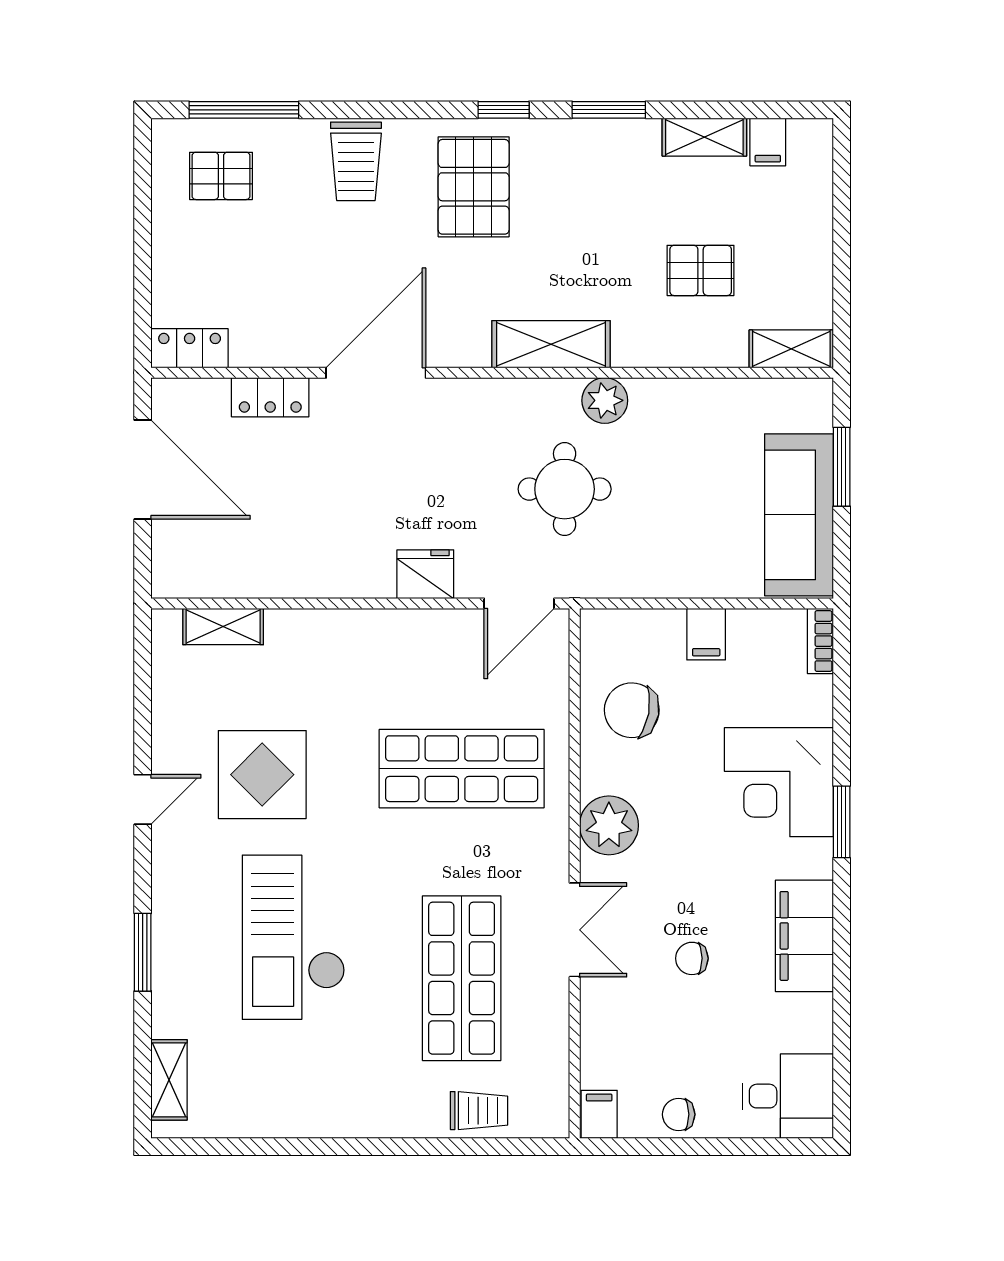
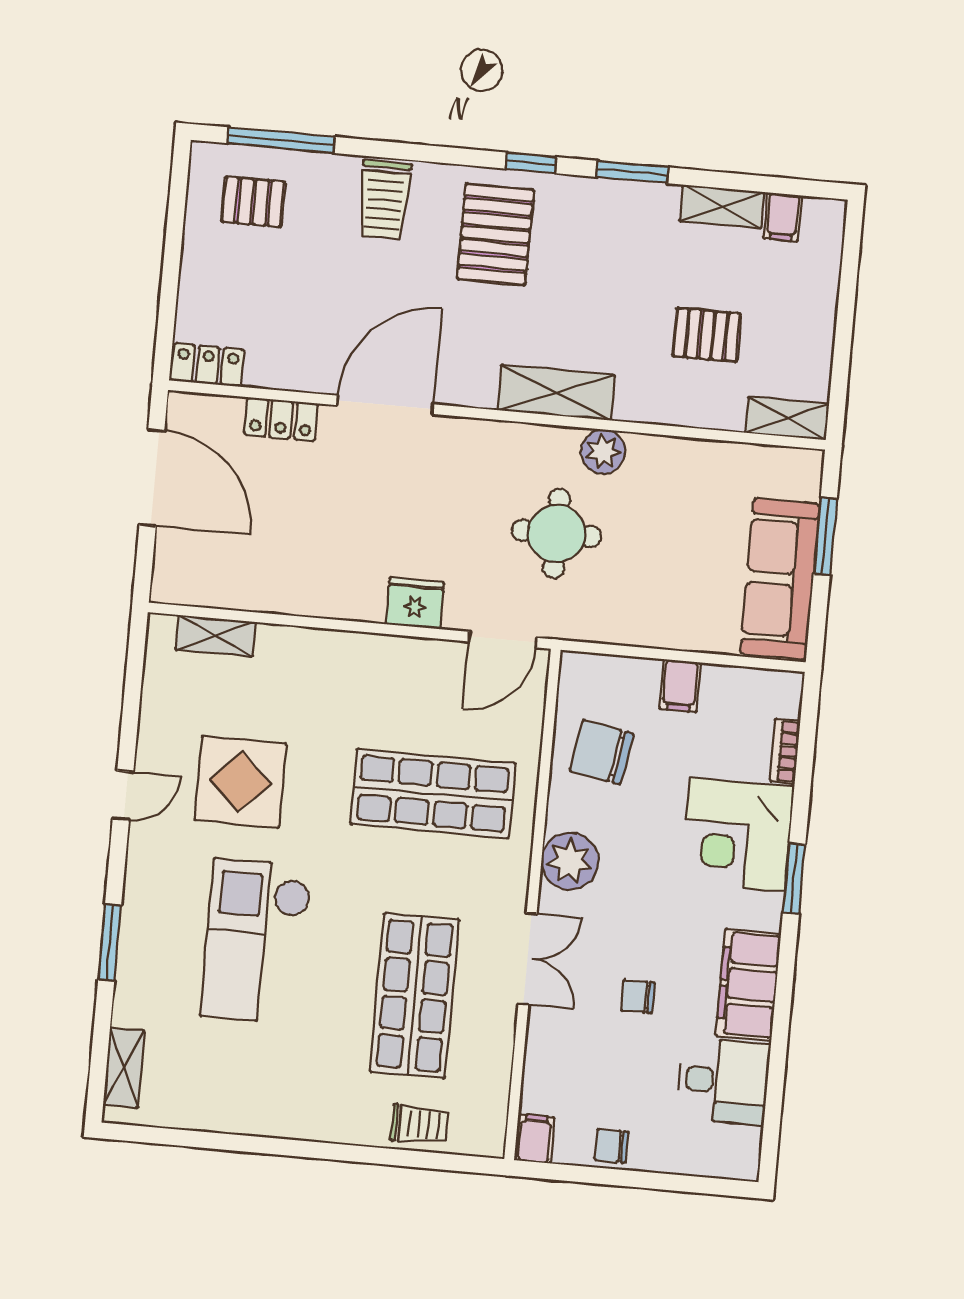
bookcase: (820, 641) -> (785, 751), moved
desk: (788, 1096) -> (723, 1081), moved

